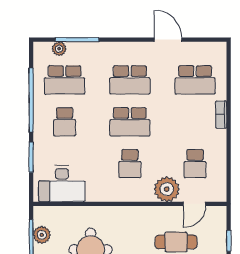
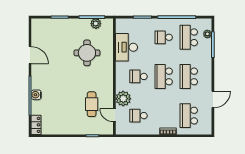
desk: (62, 184) -> (127, 47), moved

